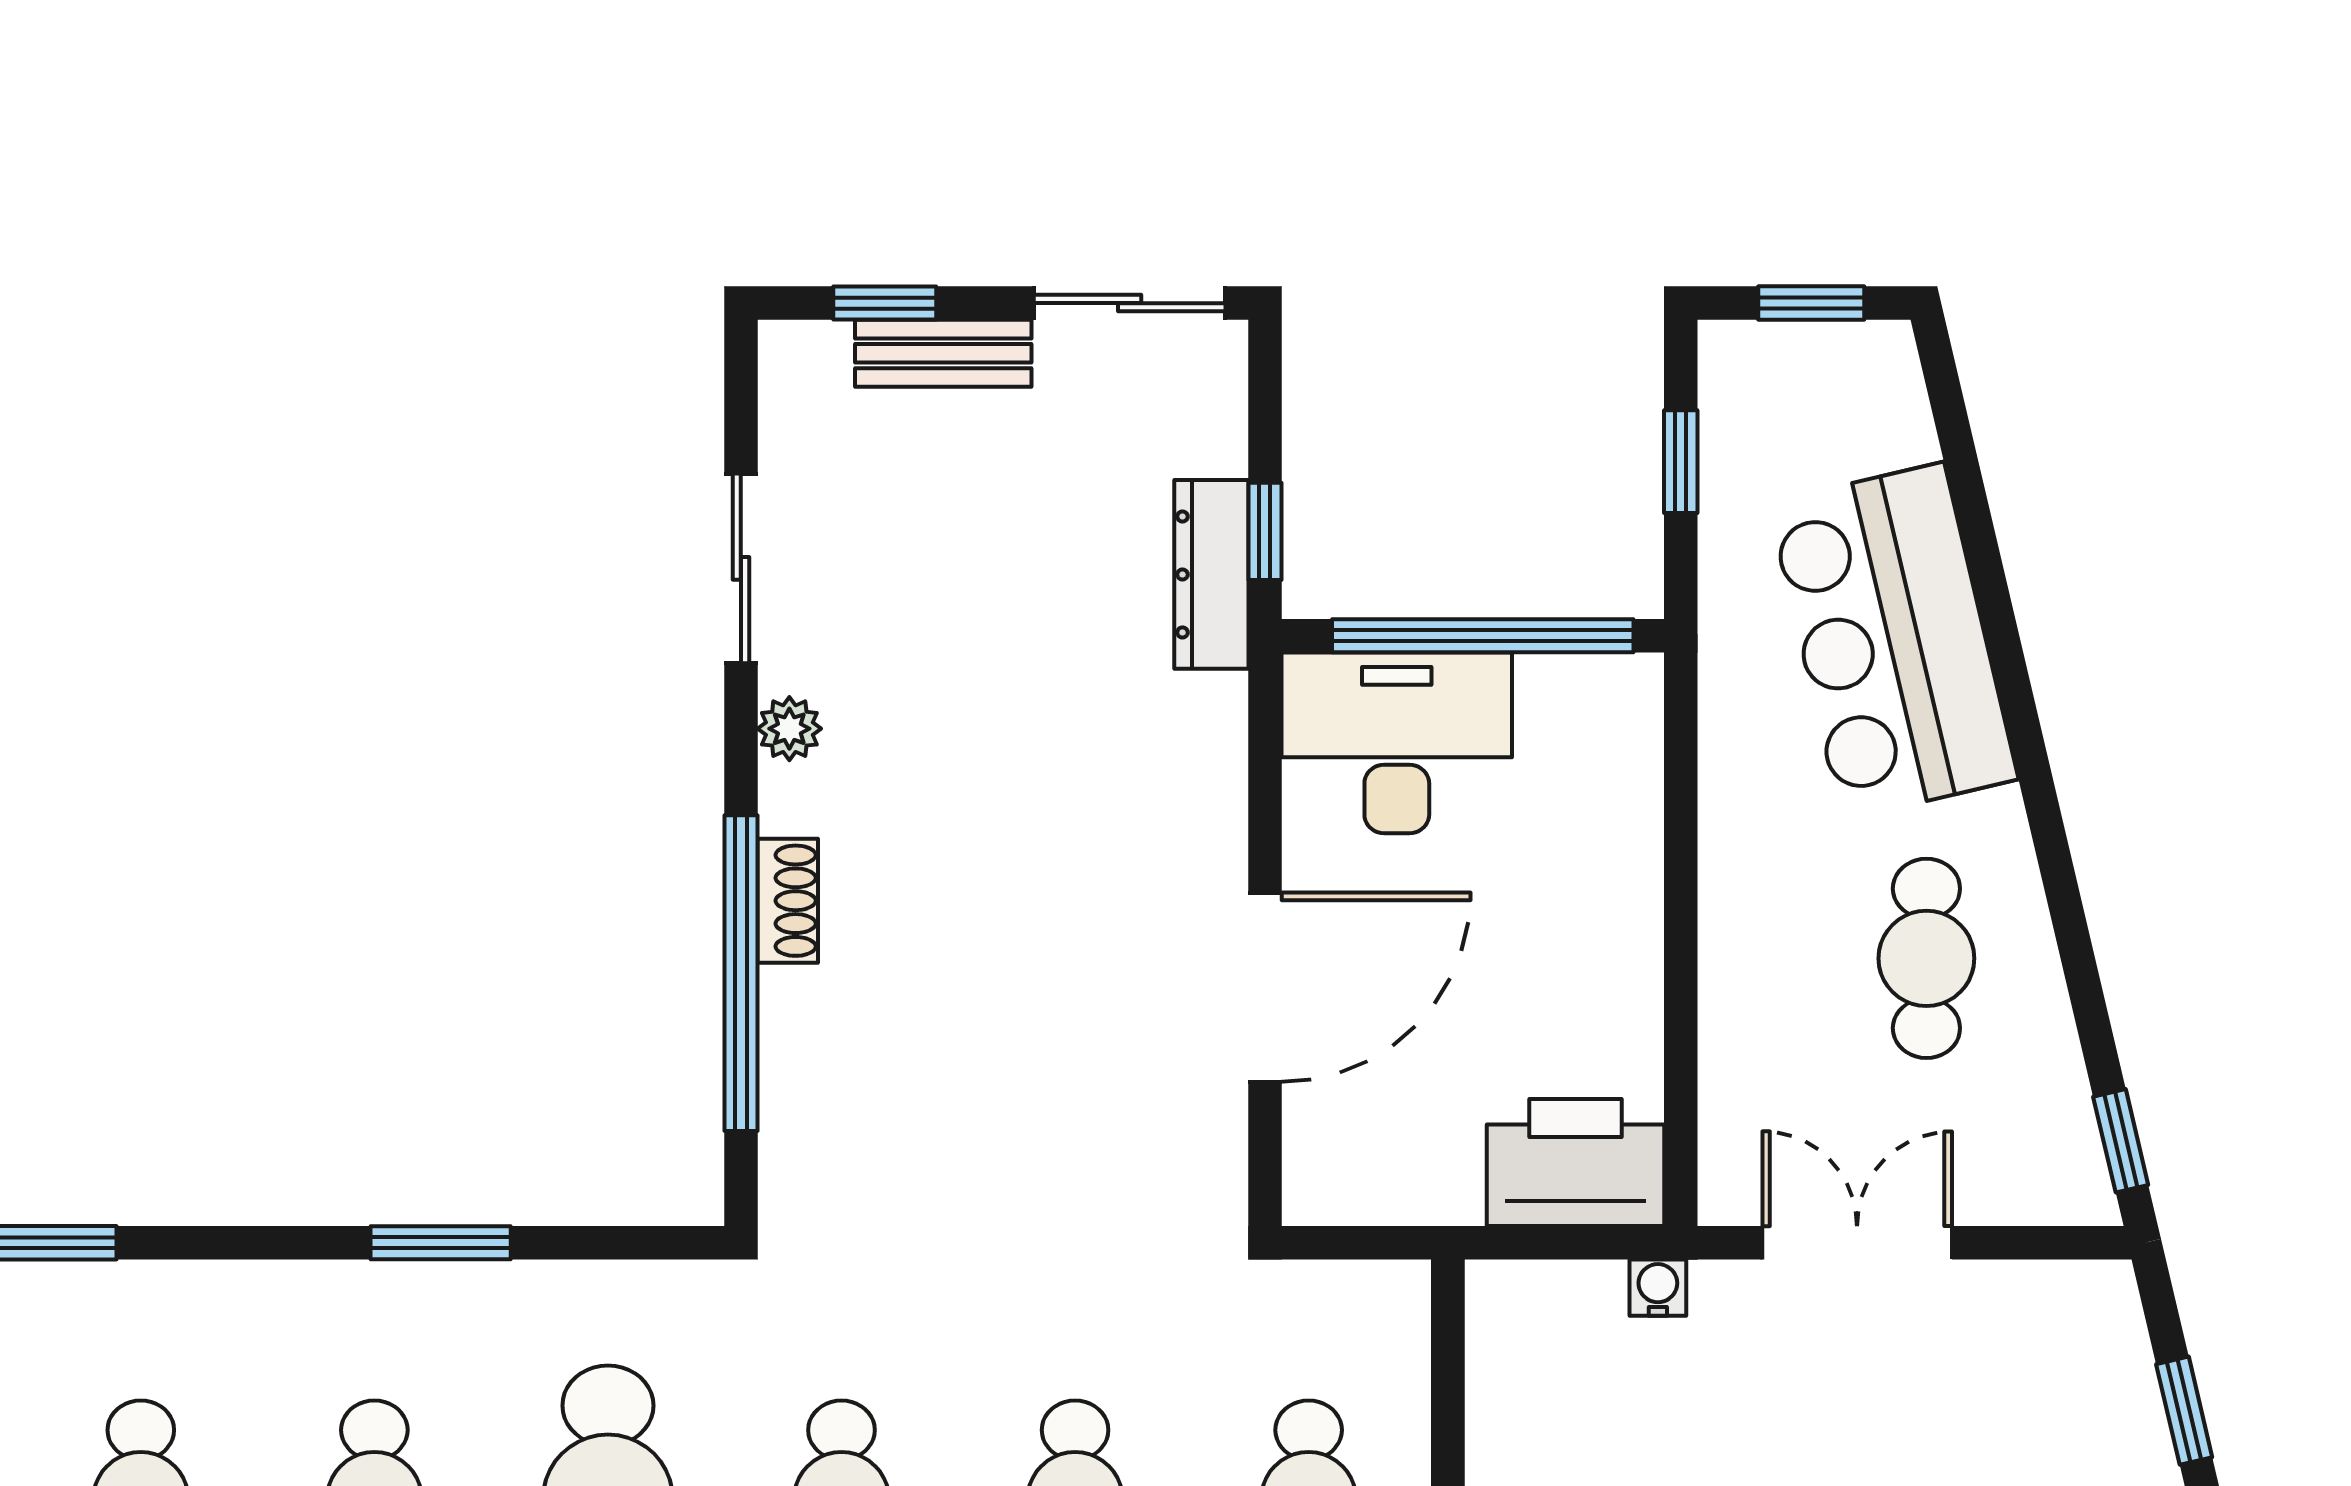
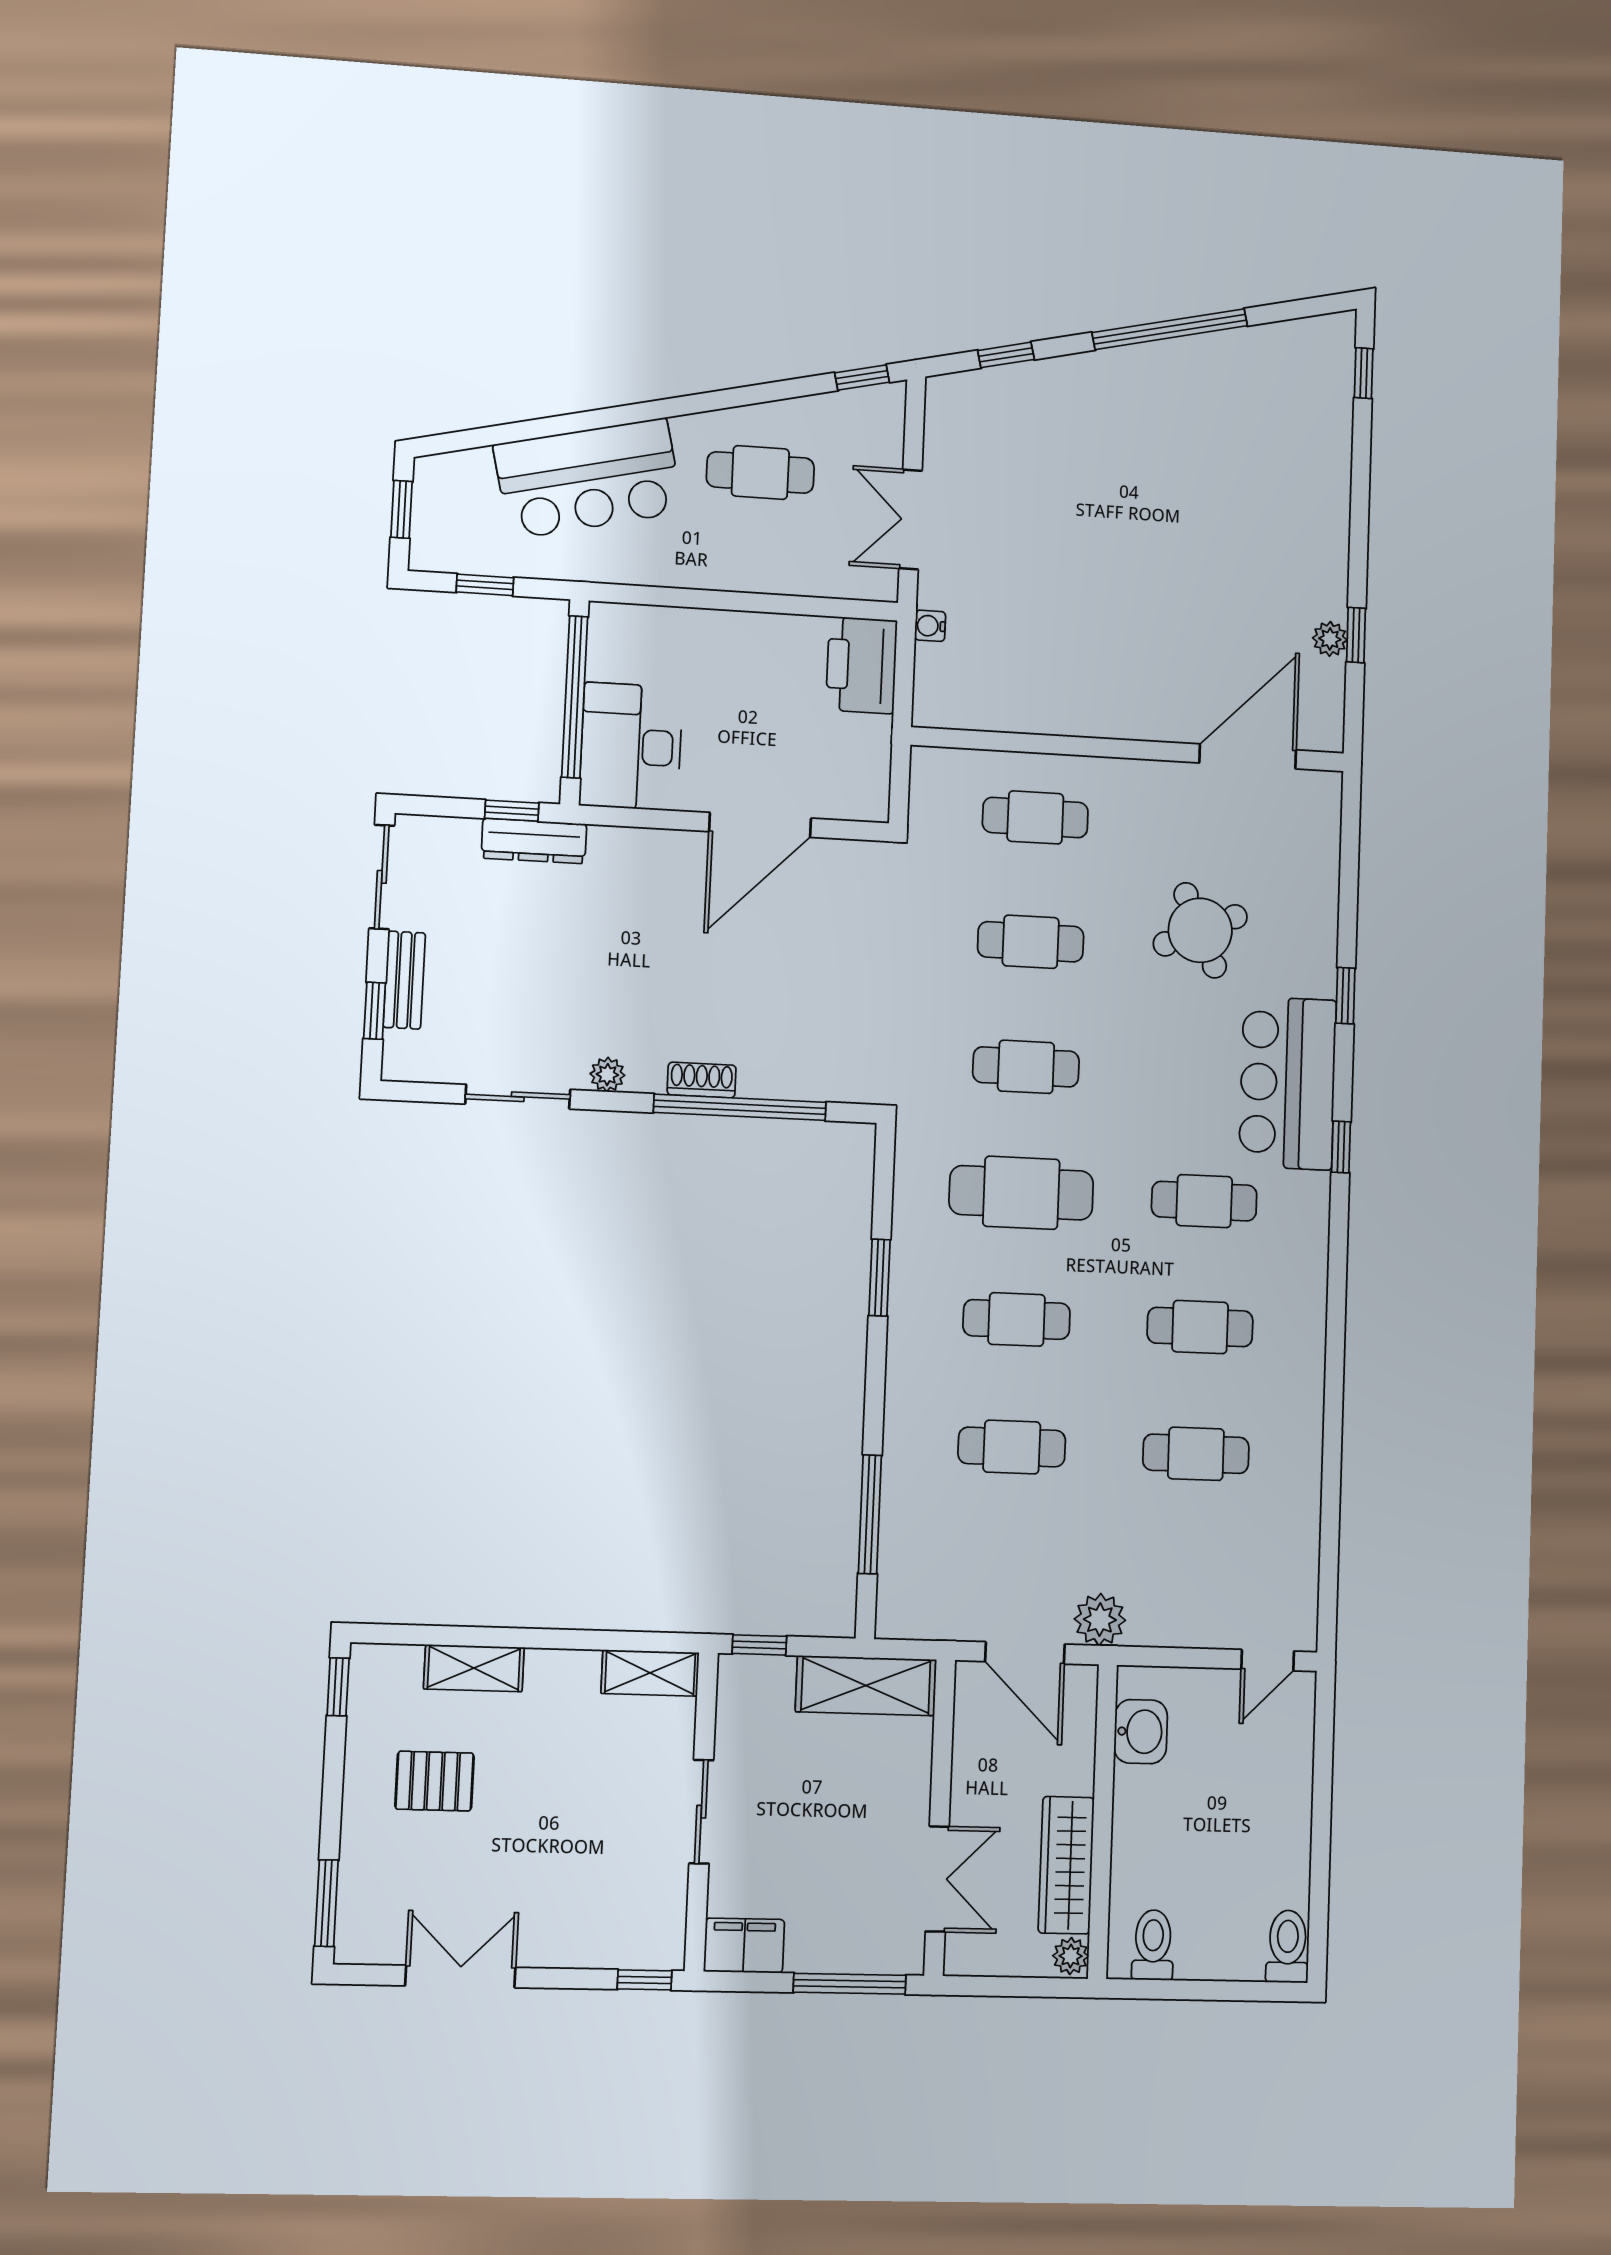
door: (1265, 987) -> (760, 825), swing flipped

